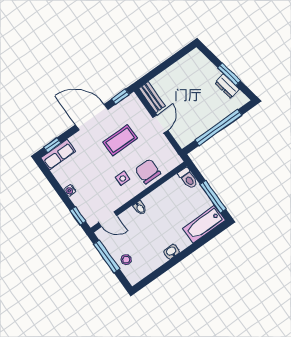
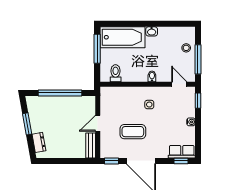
dresser: (227, 86) -> (39, 142), moved
chair: (148, 171) -> (129, 97), removed
toilet: (188, 178) -> (116, 73), moved
bathtub: (204, 224) -> (122, 37), width x1.36, depth x1.36

